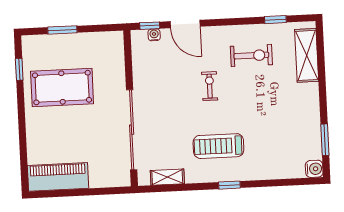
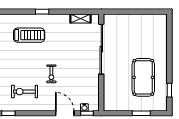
pool table: (62, 88) -> (143, 77), turned 90
treadmill: (218, 146) -> (29, 35), moved
piano: (58, 177) -> (149, 22), removed

